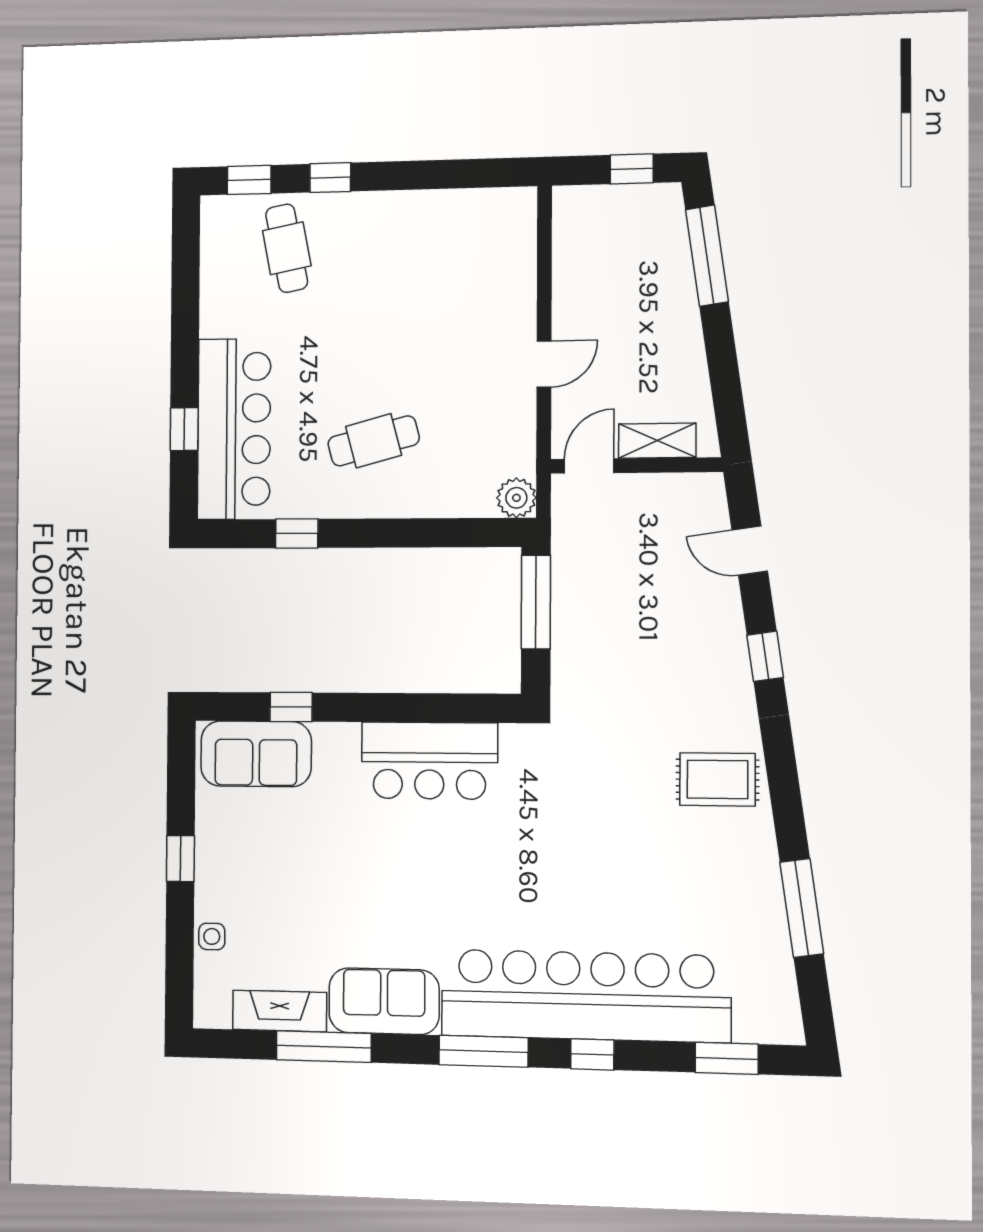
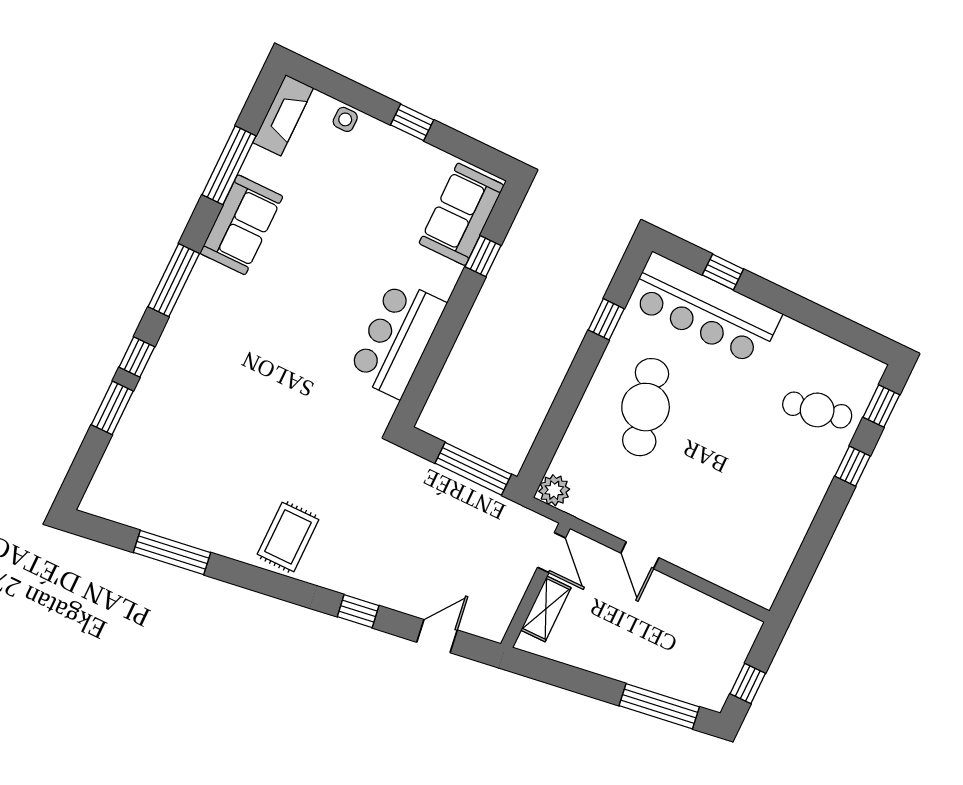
cafe table: (374, 441) -> (646, 407), width x1.37, depth x1.35
bar counter: (585, 996) -> (180, 372), removed
fireplace: (280, 1011) -> (283, 115), moved
window: (727, 1058) -> (112, 408), moved

